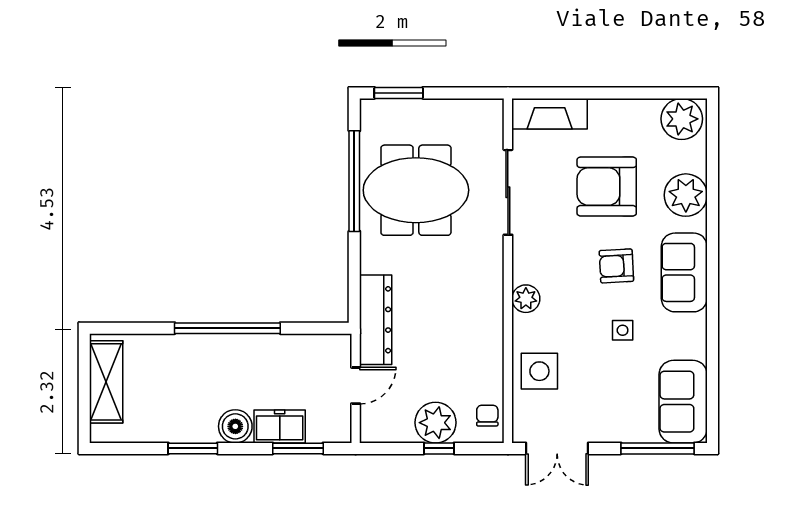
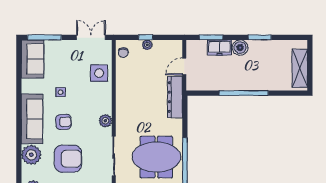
sofa: (684, 272) -> (32, 119), width x1.36
plant: (526, 299) -> (105, 121), moved
plant: (436, 423) -> (147, 45), width x0.53, depth x0.53

